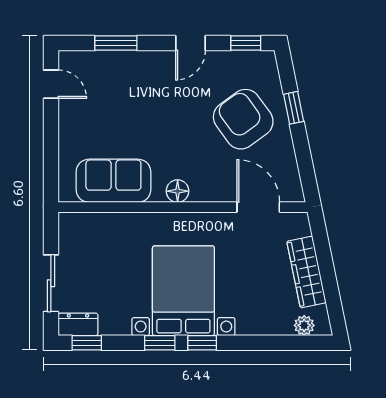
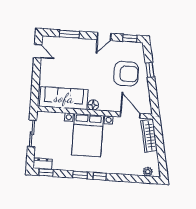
armchair: (243, 119) -> (126, 74), turned 126
sofa: (113, 181) -> (64, 98), width x1.36
wardrobe: (306, 272) -> (149, 136), moved
sliding door: (51, 283) -> (32, 133), moved
bed with nightstands: (183, 291) -> (88, 135), moved, turned 180

